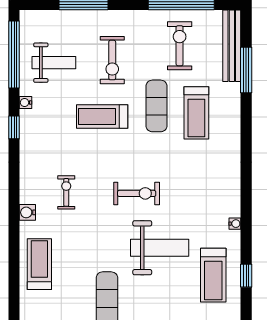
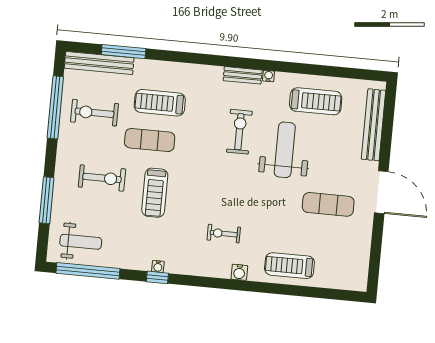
weight bench: (54, 63) -> (81, 242), moved, turned 90
water cooler: (25, 103) -> (158, 266), moved
treadmill: (196, 113) -> (160, 103), turned 180
exercise bike: (137, 193) -> (239, 132), moved
bench: (233, 197) -> (243, 75), added
window: (246, 276) -> (319, 70), removed

